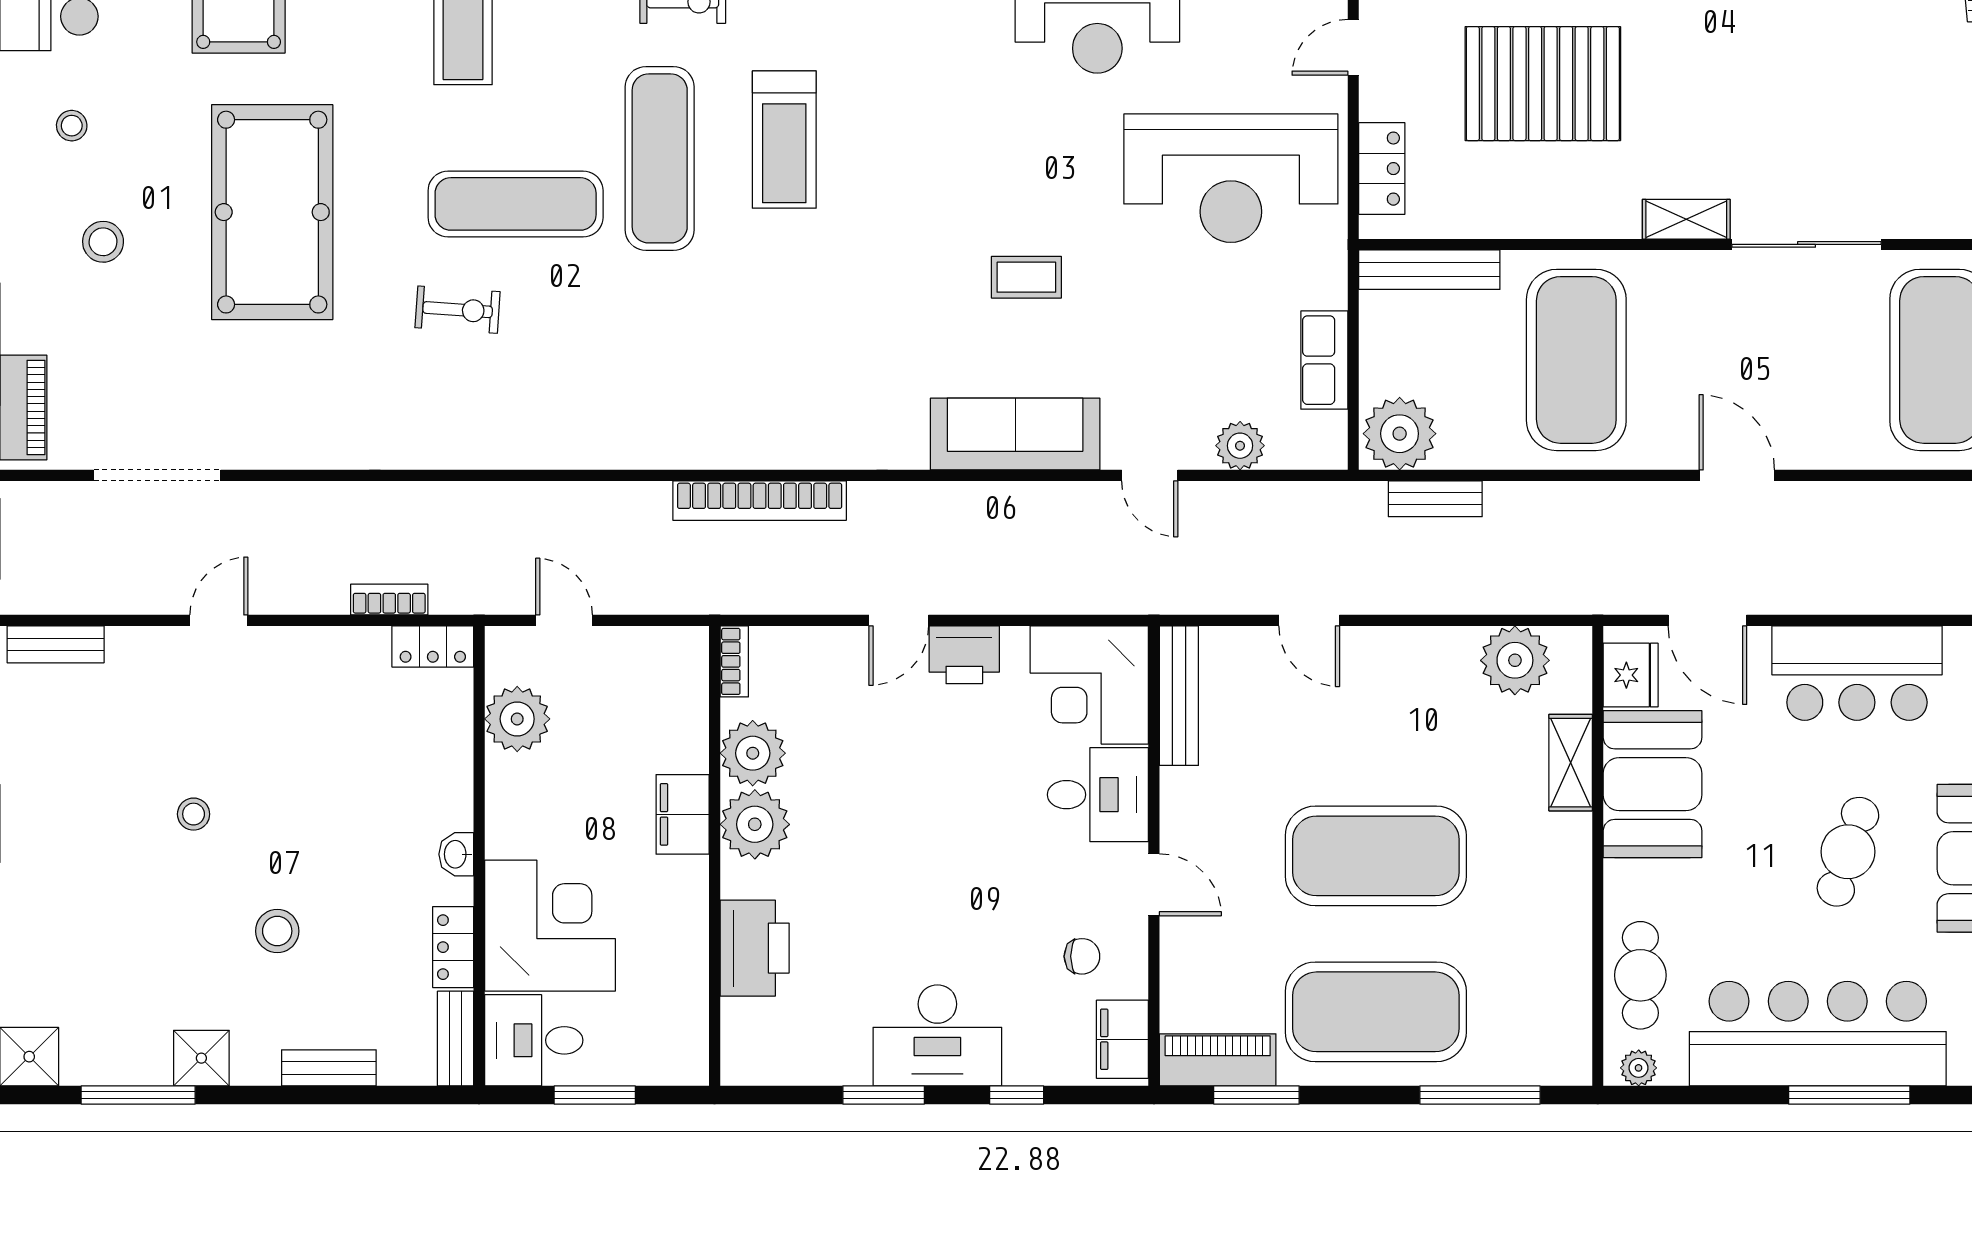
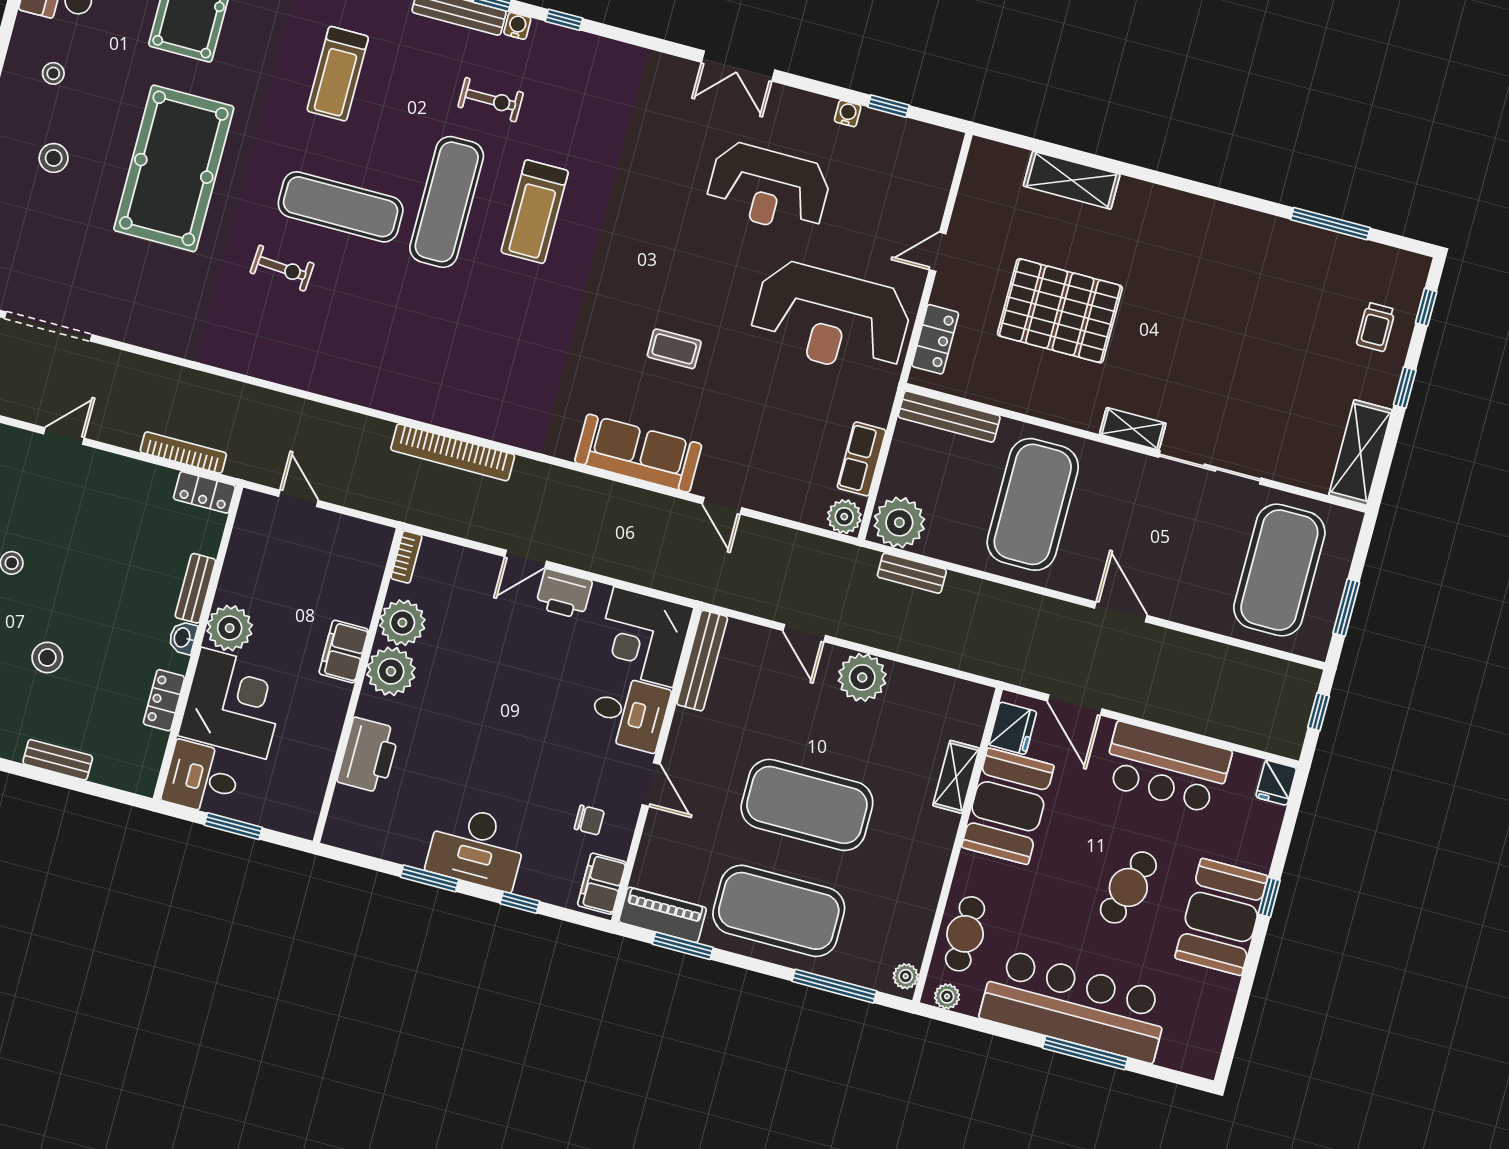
plant: (1240, 446) -> (844, 517), moved
bookcase: (389, 600) -> (183, 453), width x1.56
plant: (1515, 660) -> (862, 677), moved
plant: (517, 719) -> (230, 628), moved
bench: (456, 1039) -> (195, 588), moved
plant: (1574, 1055) -> (906, 976), added

